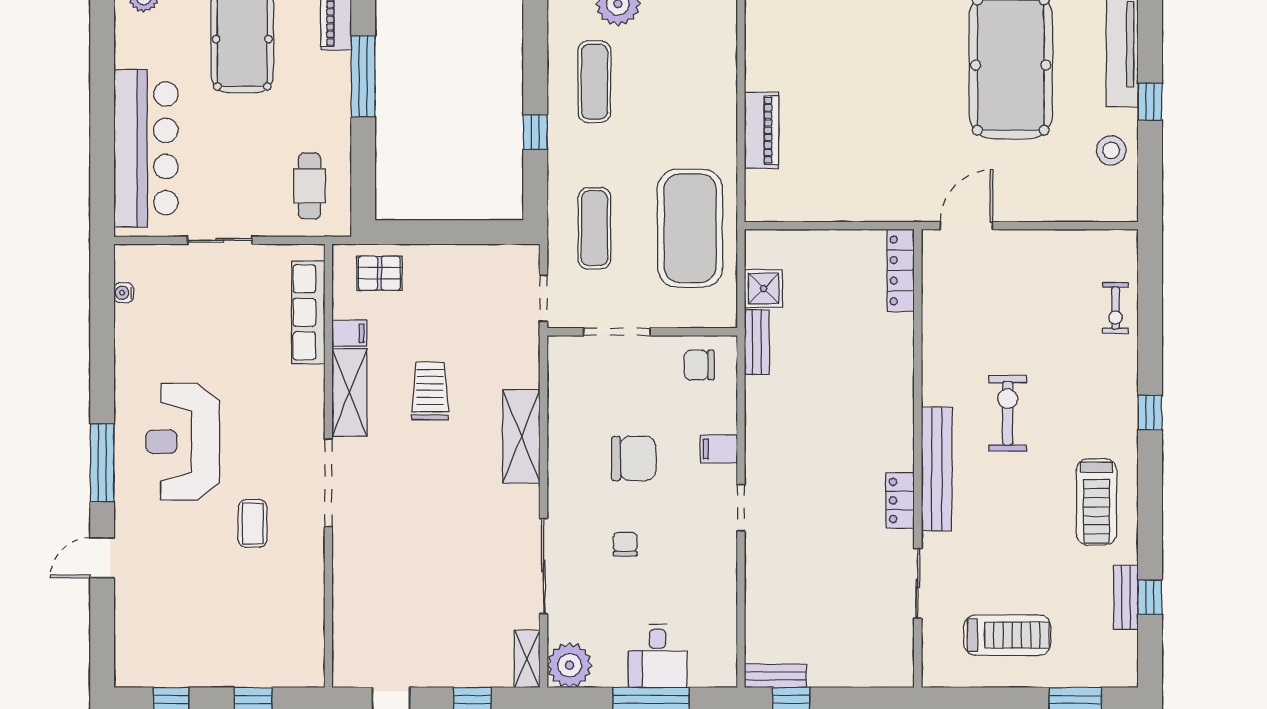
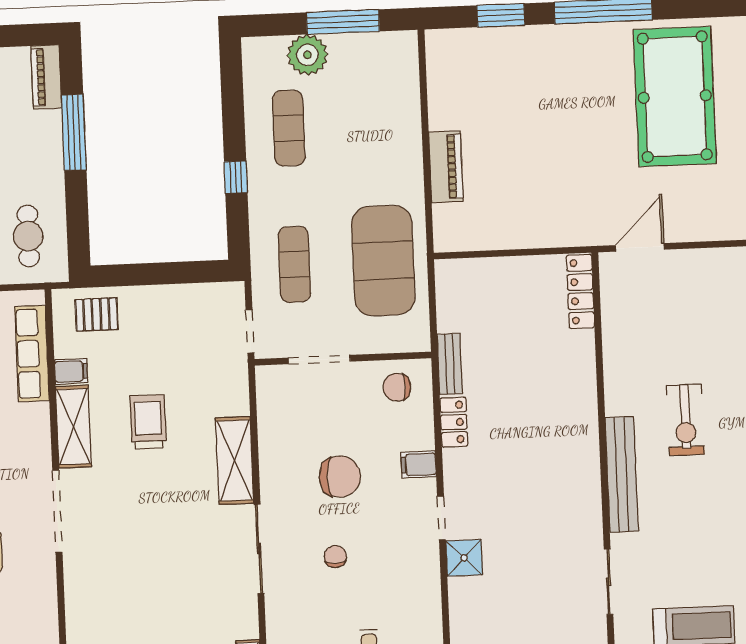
shower: (764, 288) -> (464, 558), moved
exercise bike: (1008, 413) -> (685, 420), turned 180
locker: (900, 500) -> (454, 422), moved, turned 180
sliding door: (544, 566) -> (259, 549), moved

